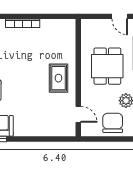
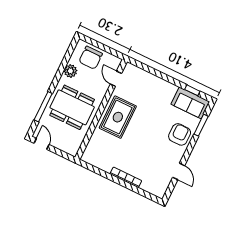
dining table: (107, 66) -> (72, 107), width x1.37
rug: (58, 78) -> (118, 117), width x1.36, depth x1.43

